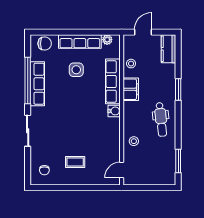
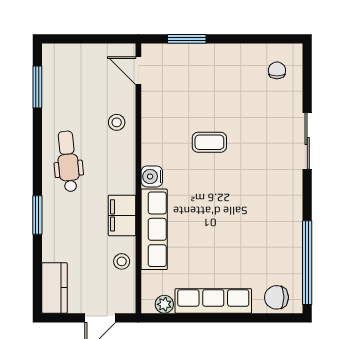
side table: (76, 70) -> (220, 250), removed
window: (28, 81) -> (307, 263), moved
row of seats: (37, 84) -> (290, 225), removed
coffee table: (75, 162) -> (209, 142), moved
door: (122, 170) -> (138, 71), swing flipped
window: (95, 188) -> (187, 39), added

